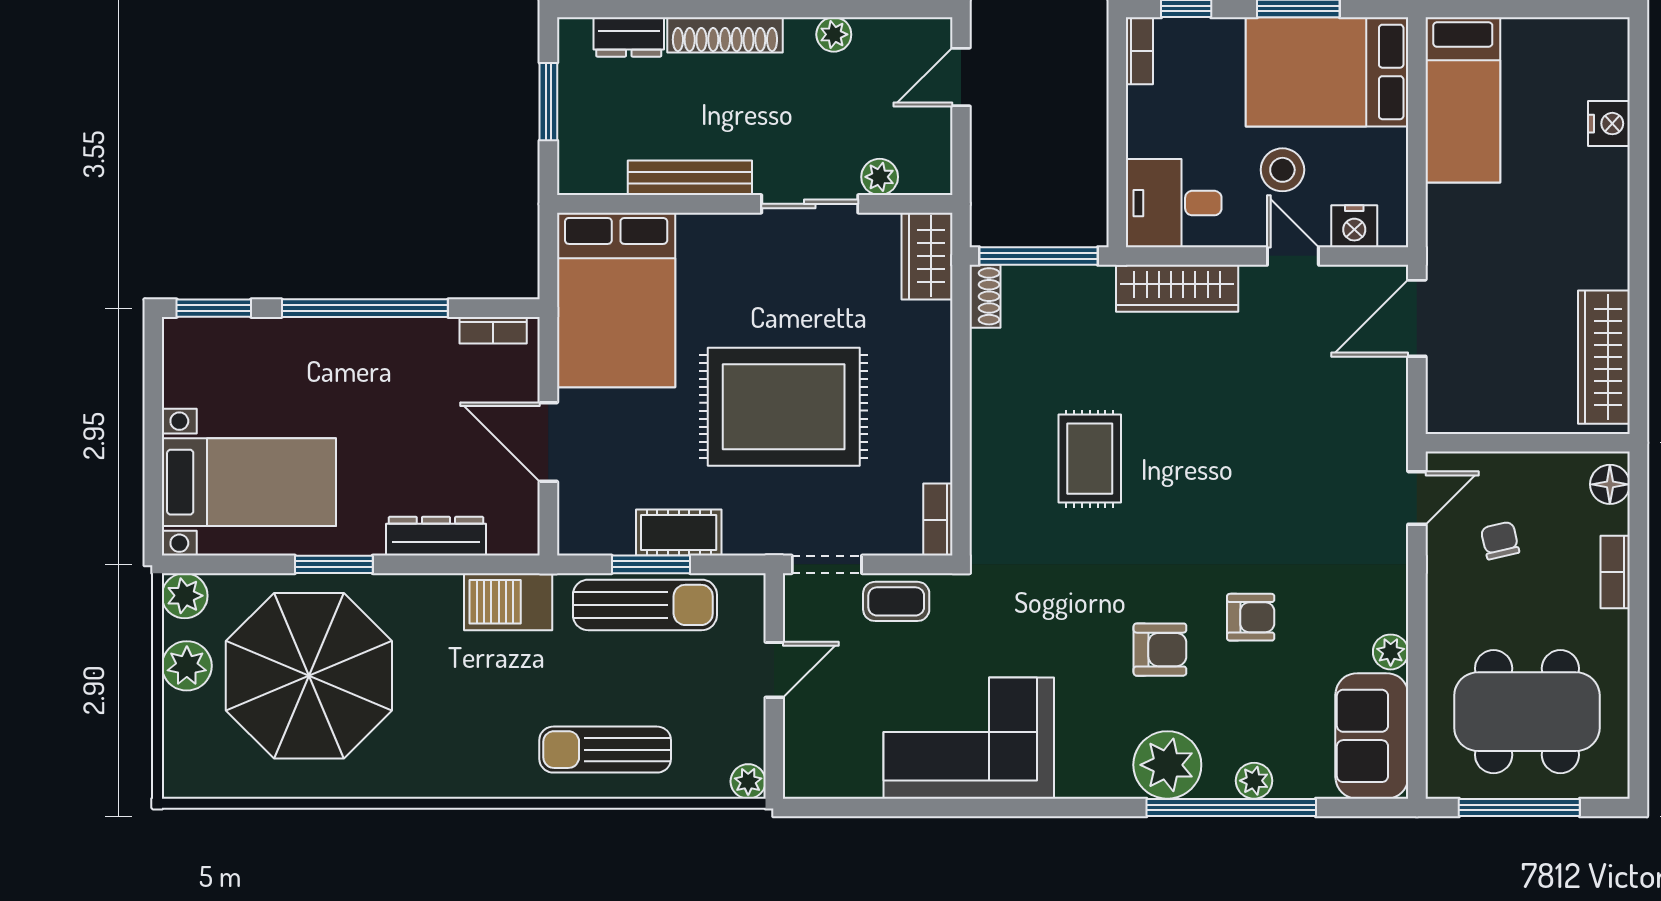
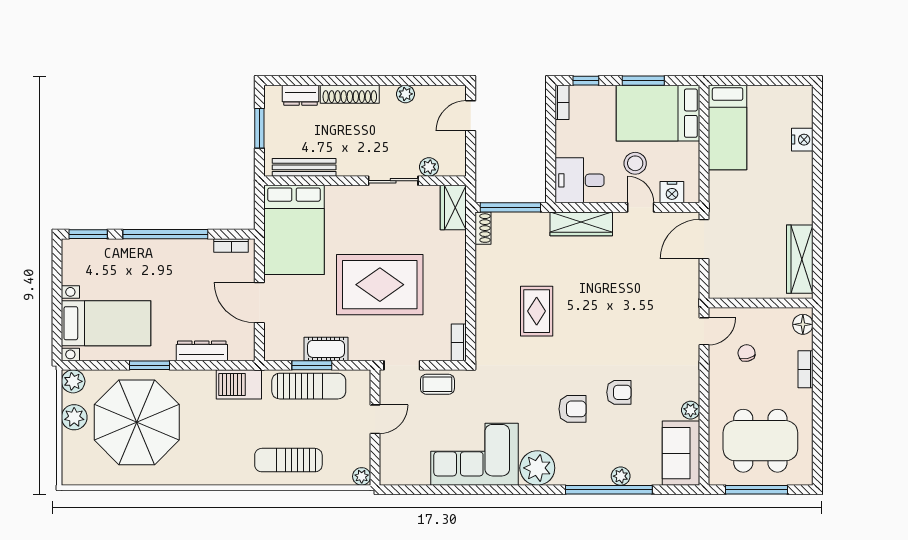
bench: (690, 178) -> (304, 167), moved
plant: (1167, 765) -> (537, 468), moved

